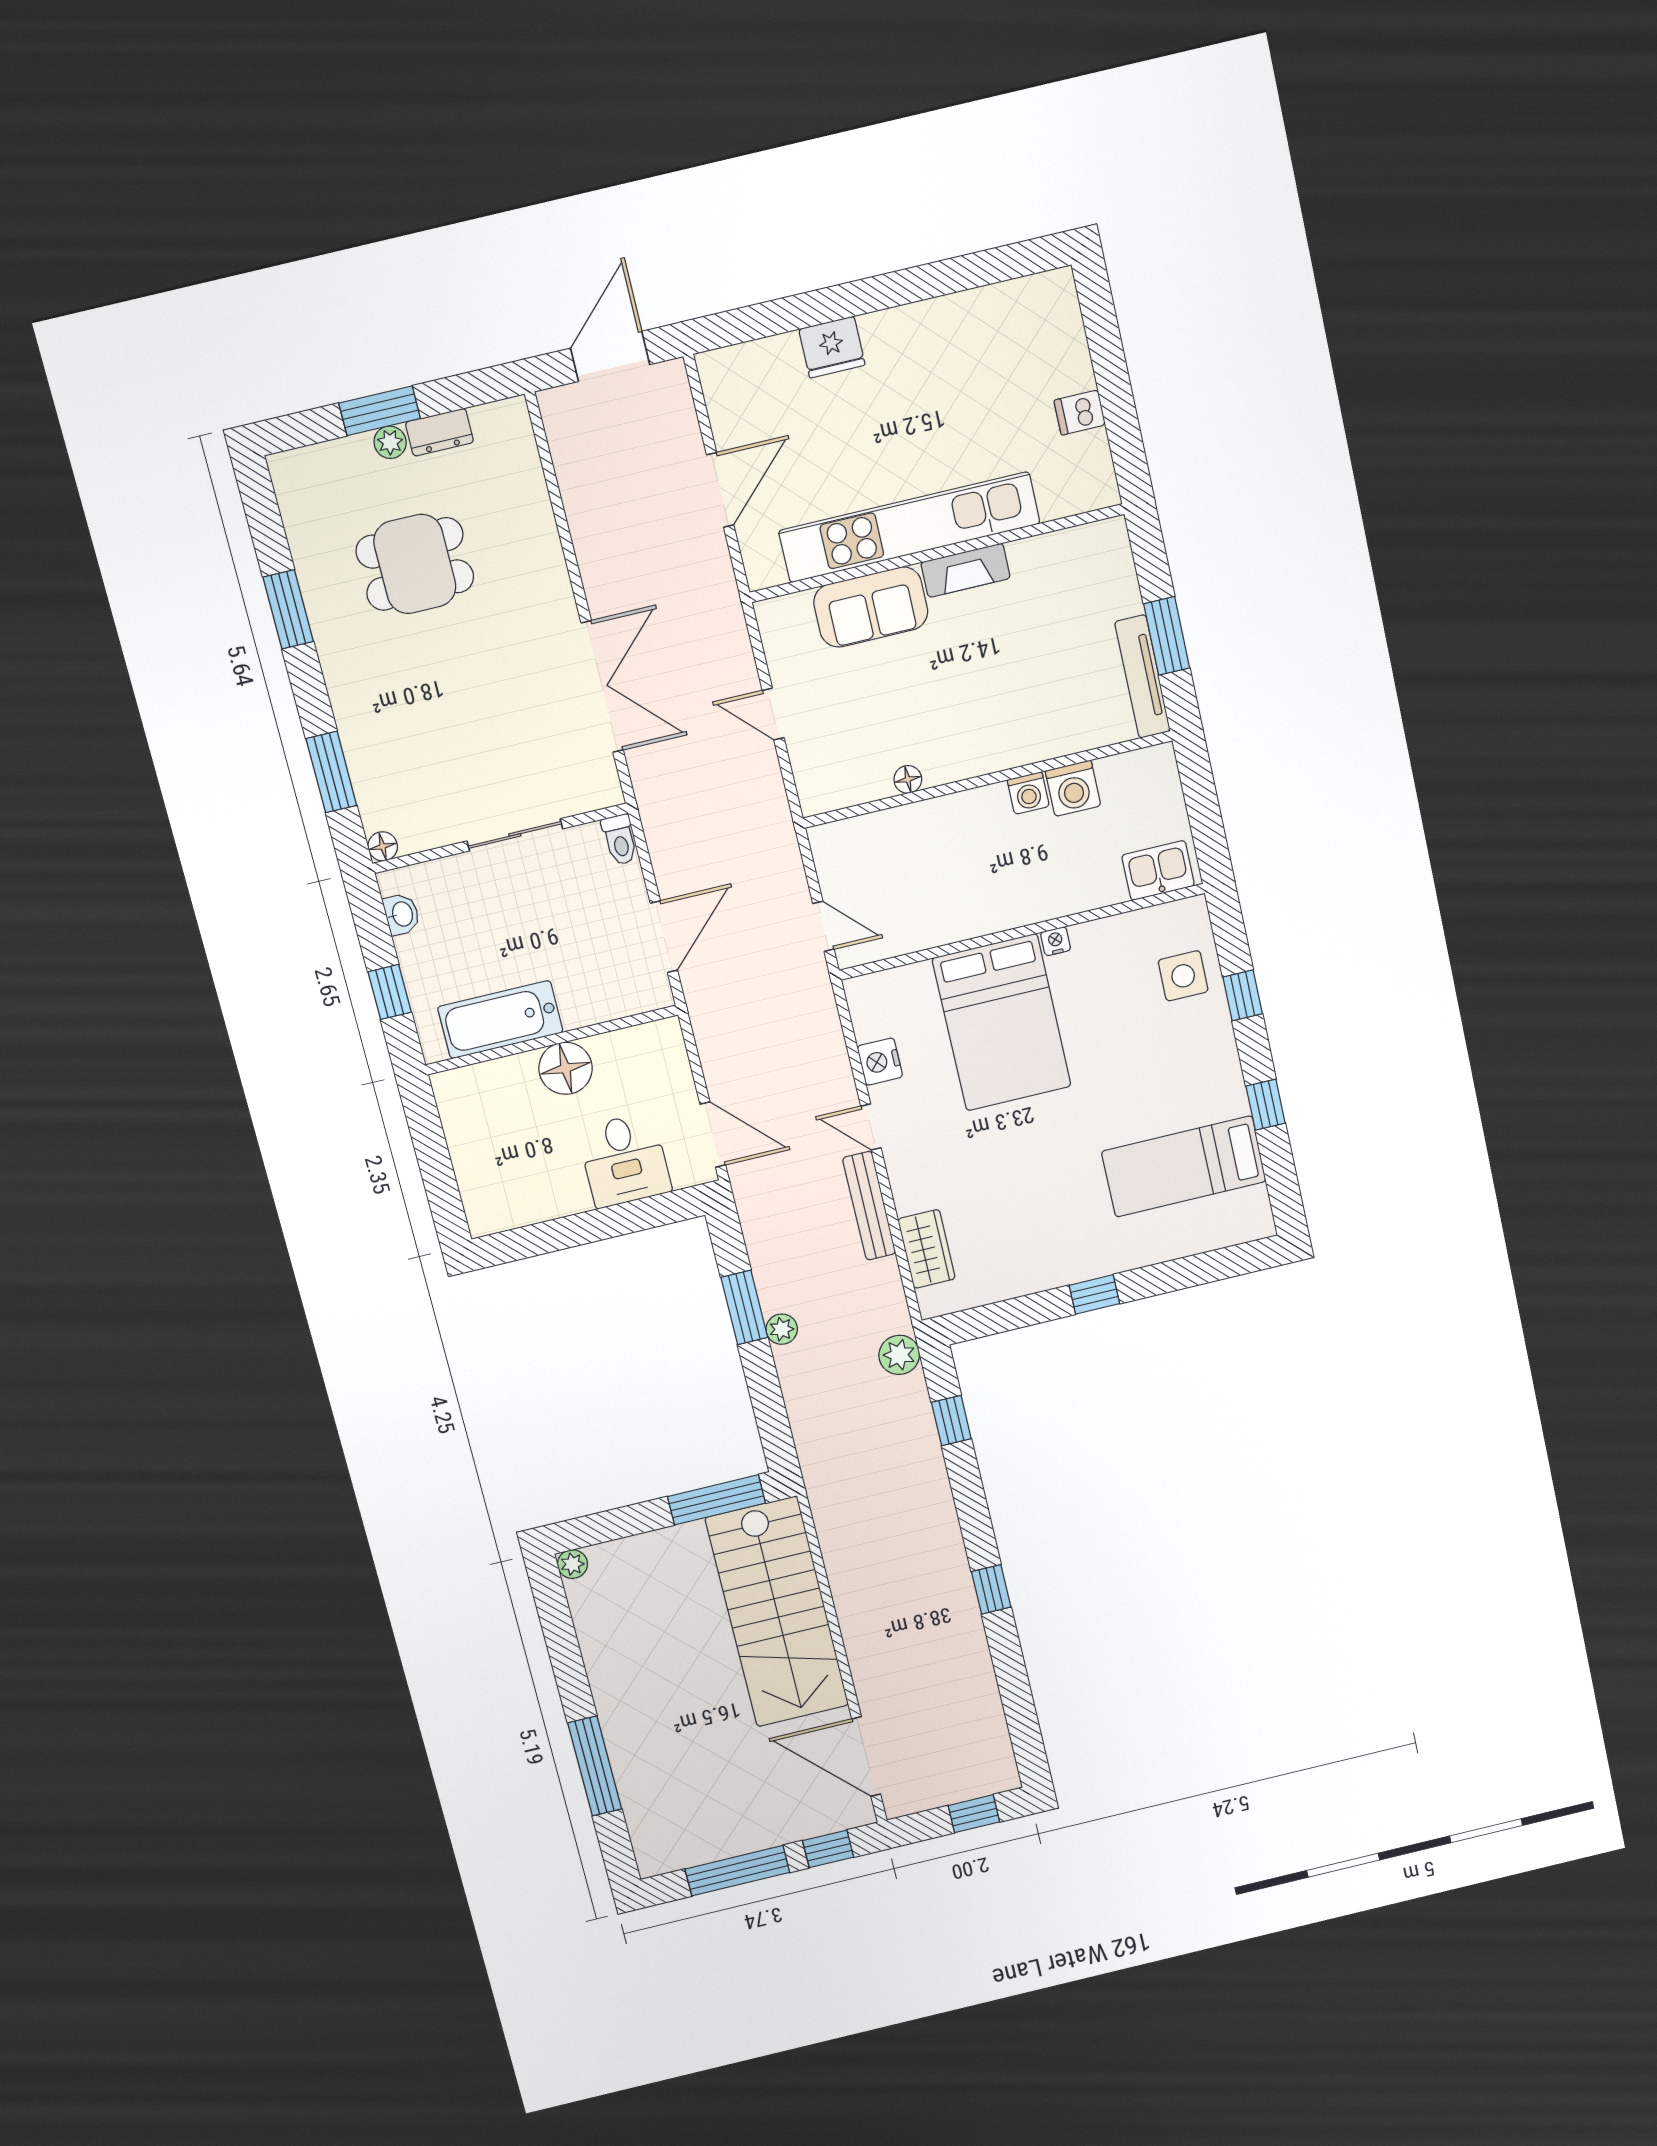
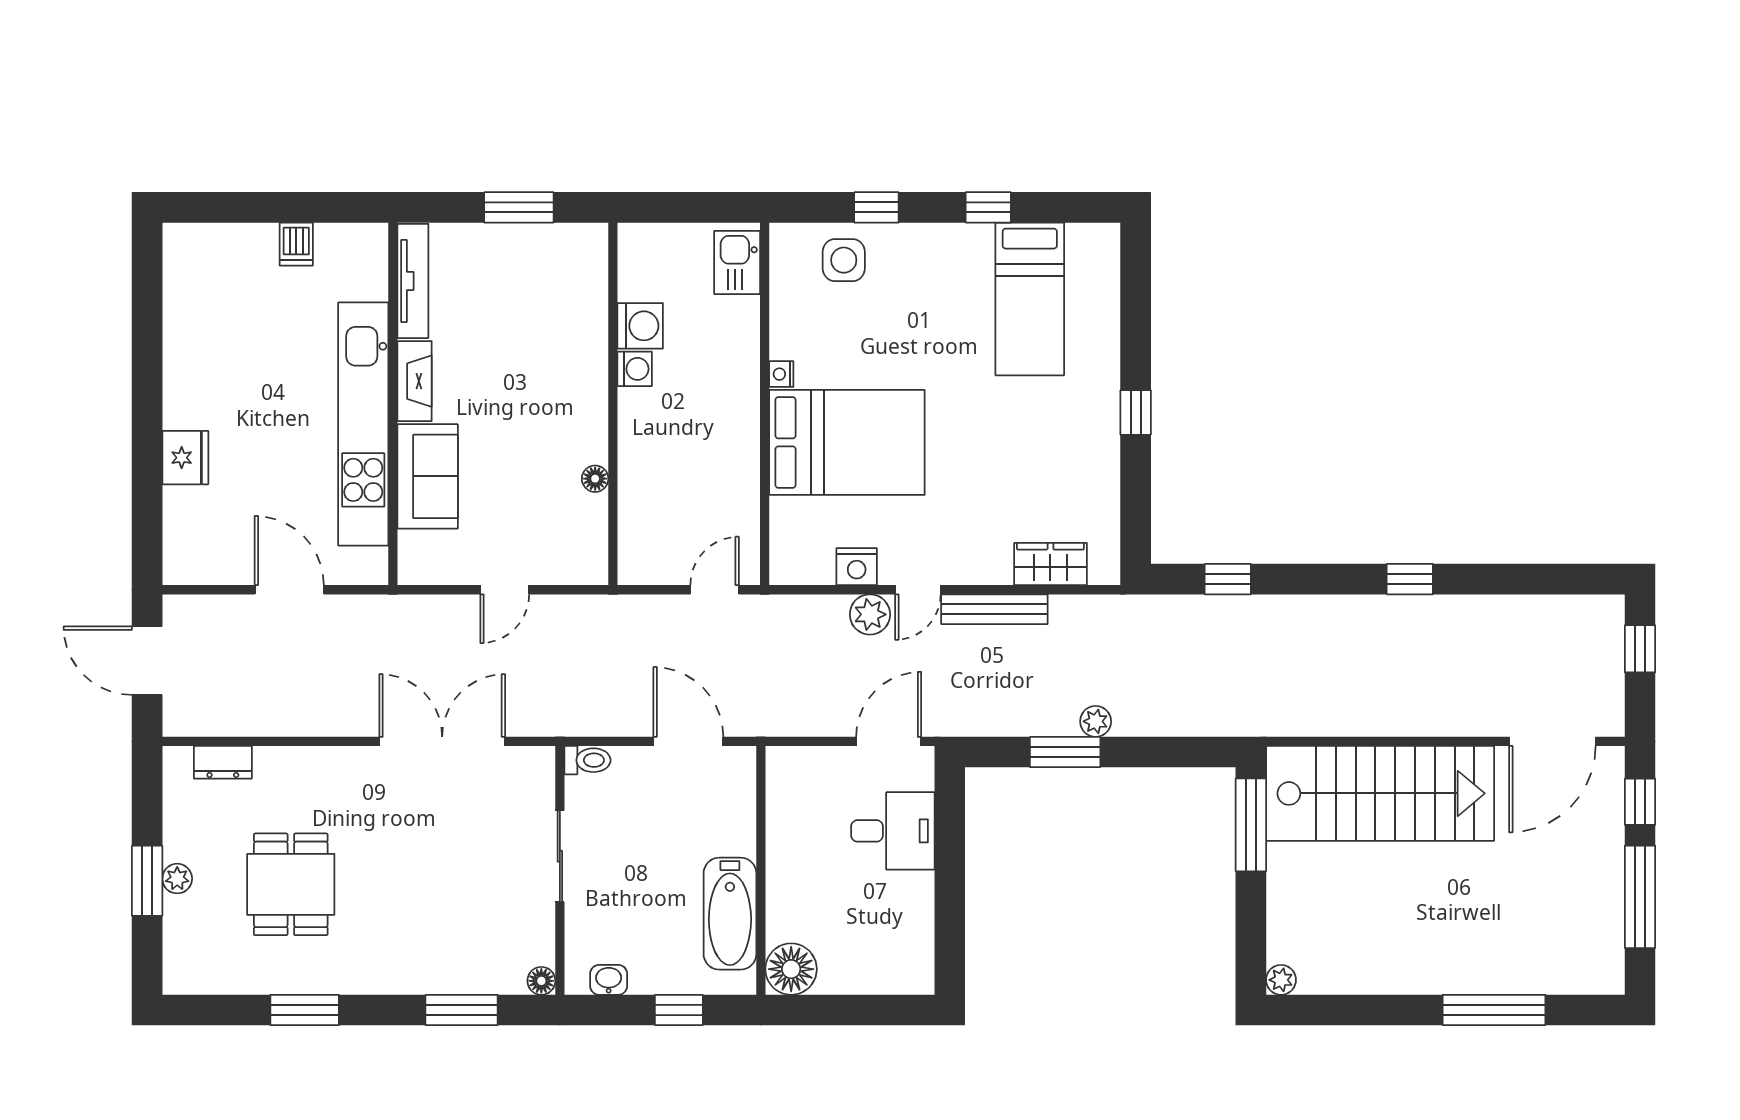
dresser: (439, 432) -> (223, 762), moved, turned 90
tv unit: (1142, 677) -> (413, 281), moved, turned -90
floor lamp: (565, 1068) -> (791, 969), moved
plant: (899, 1355) -> (870, 614), moved

